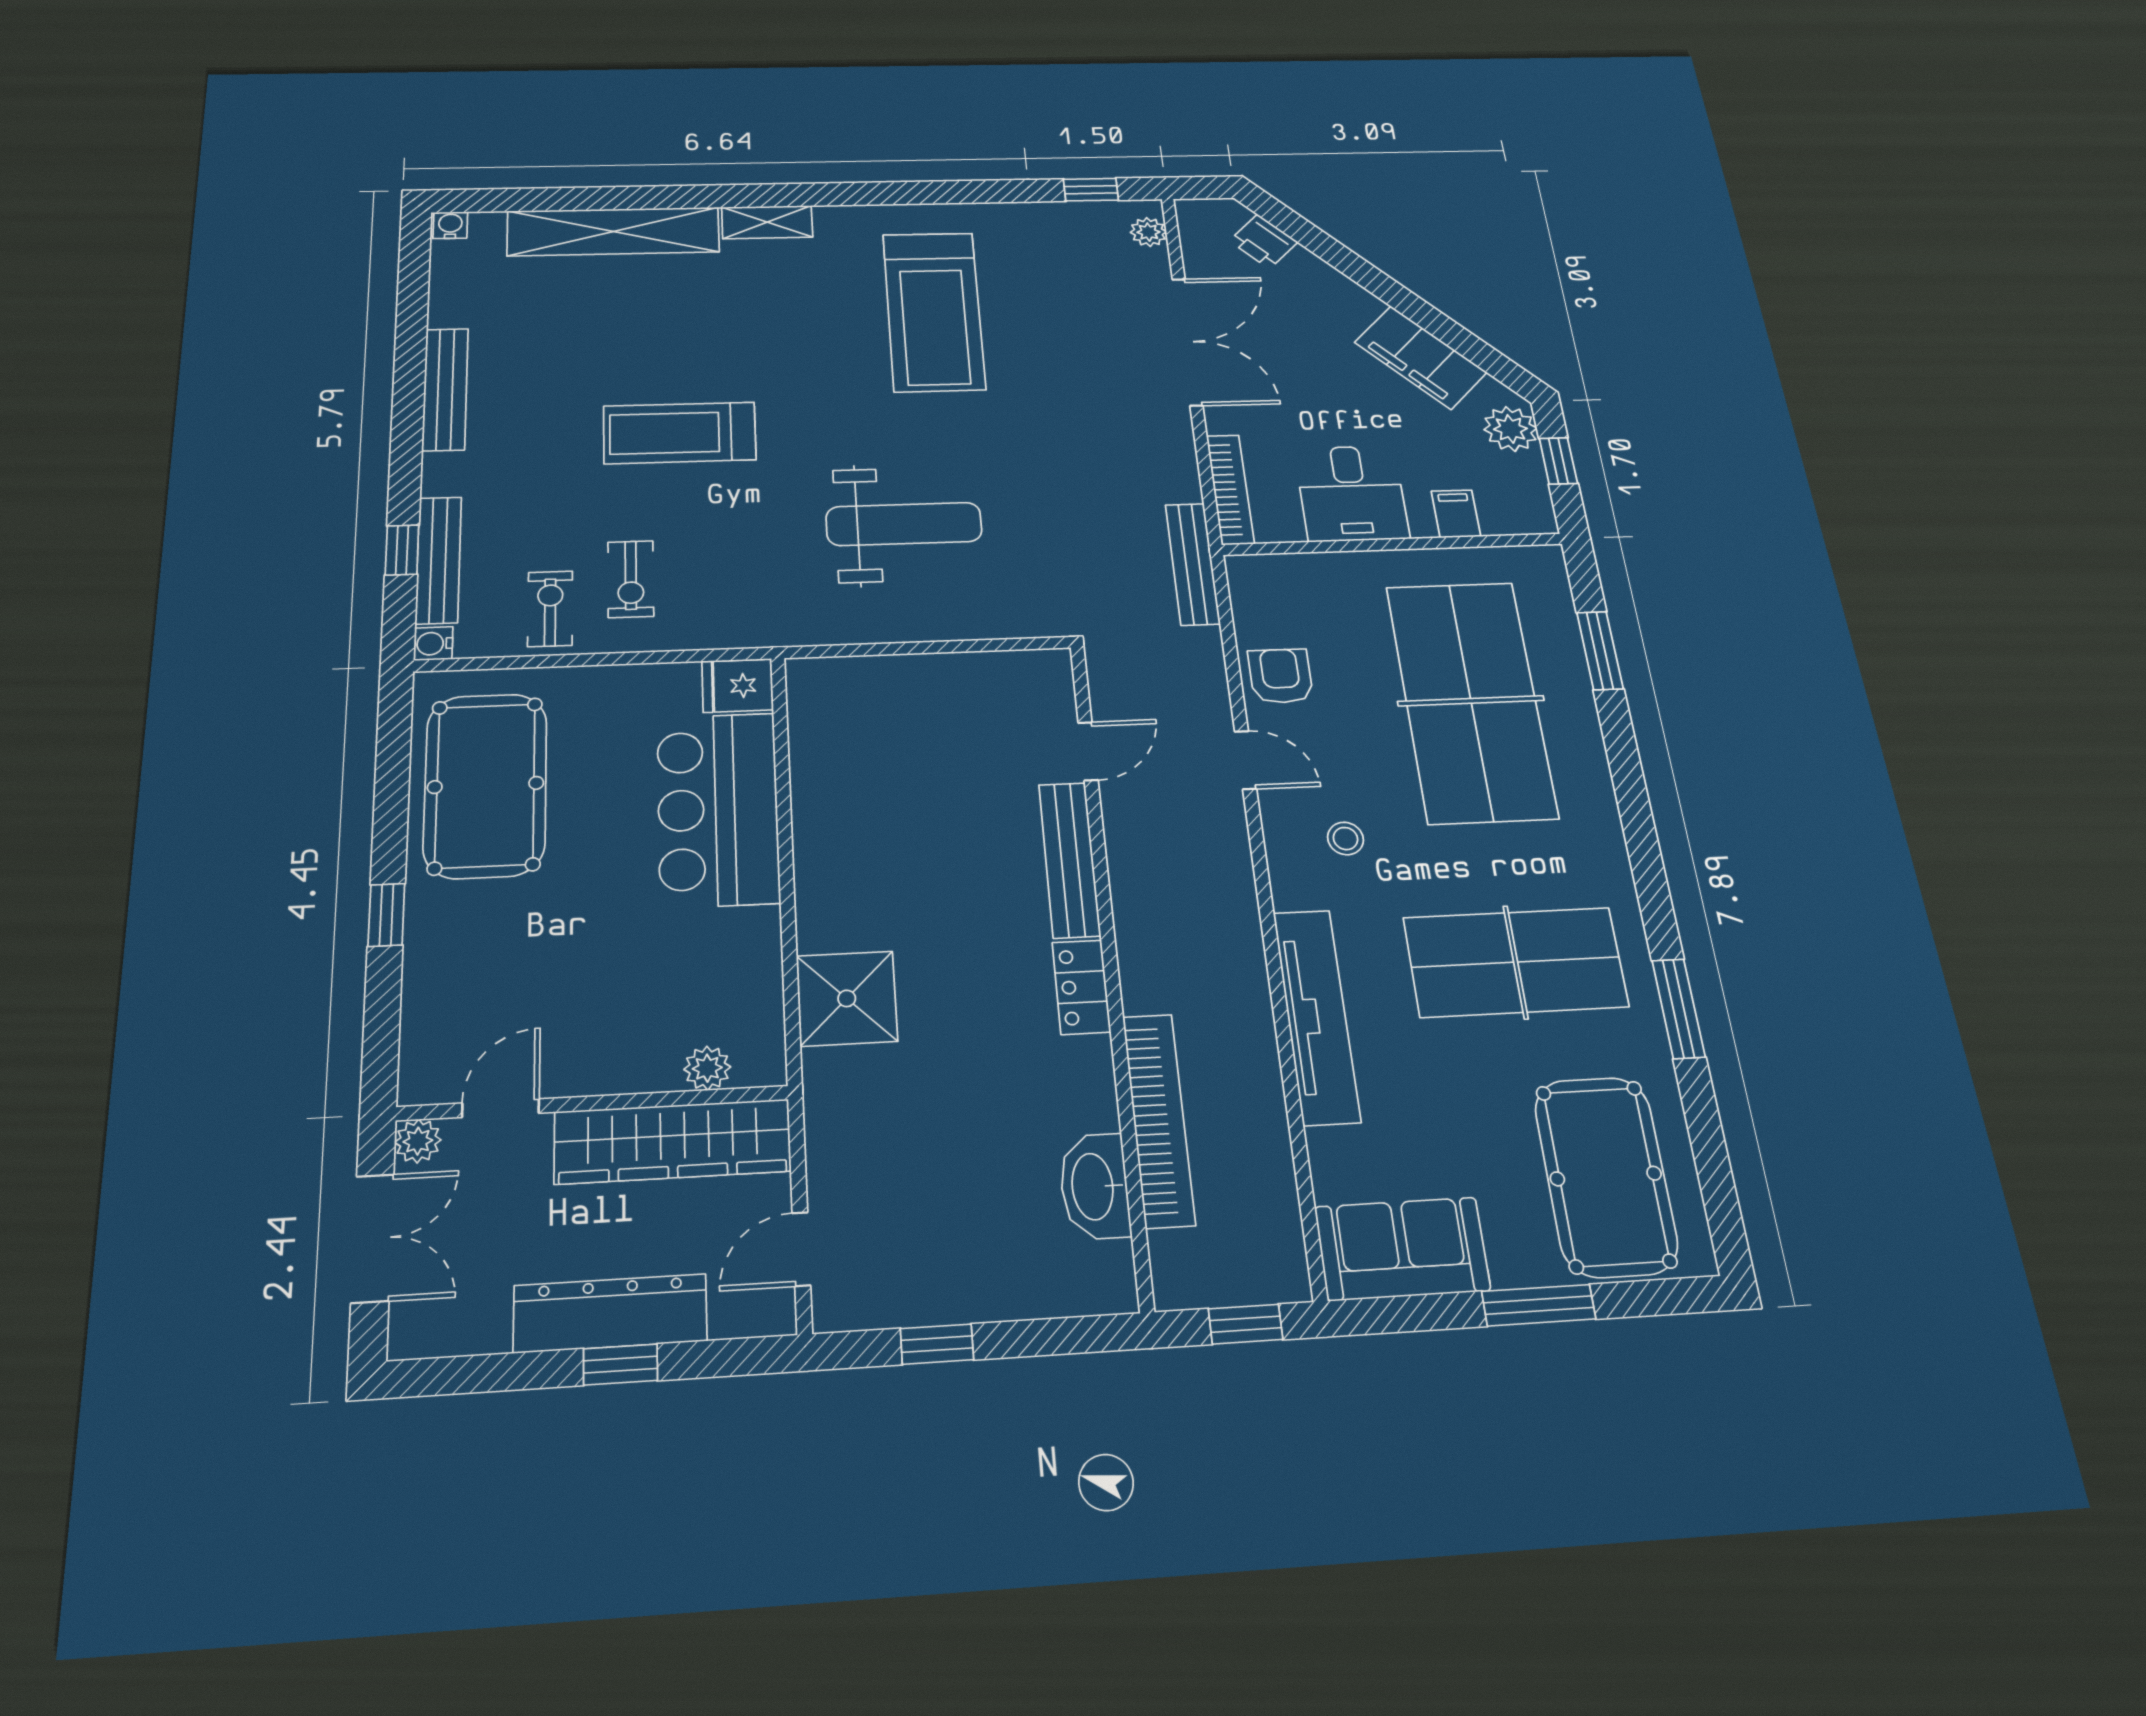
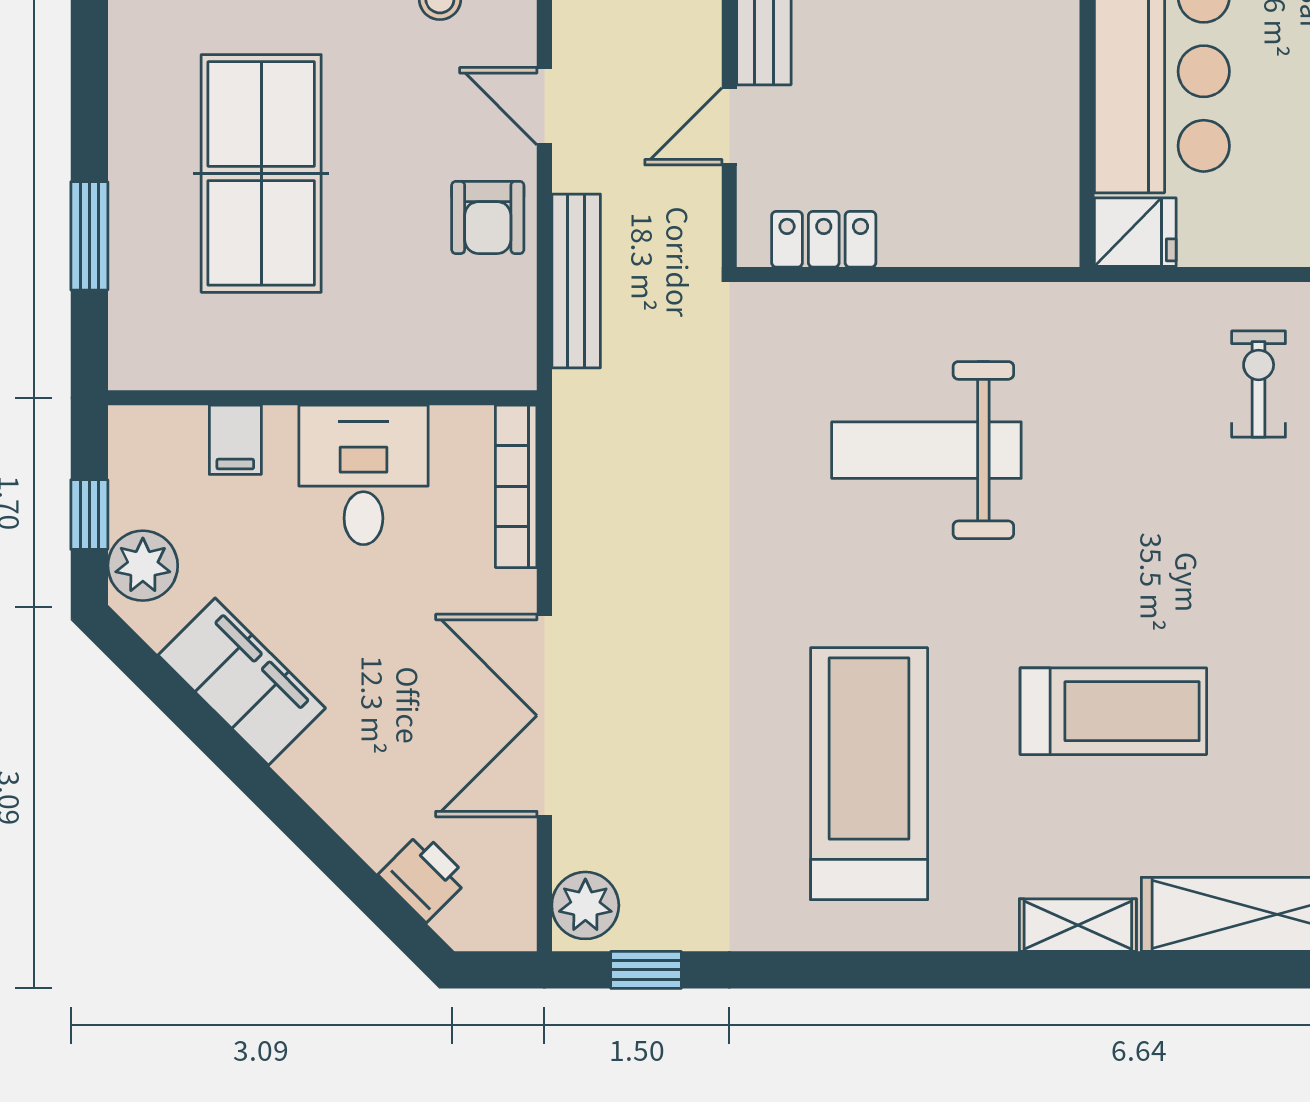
plant: (1148, 232) -> (585, 905), width x1.38, depth x1.38
treadmill: (680, 433) -> (1113, 711), moved
bench: (1193, 564) -> (576, 281), moved
locker: (1001, 671) -> (824, 239), added
table tennis table: (1471, 701) -> (261, 173), width x0.73, depth x0.76

